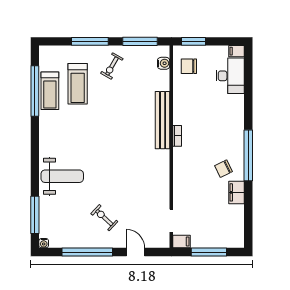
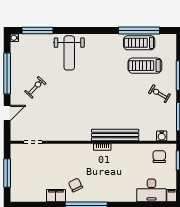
filing cabinet: (182, 241) -> (16, 151), removed

